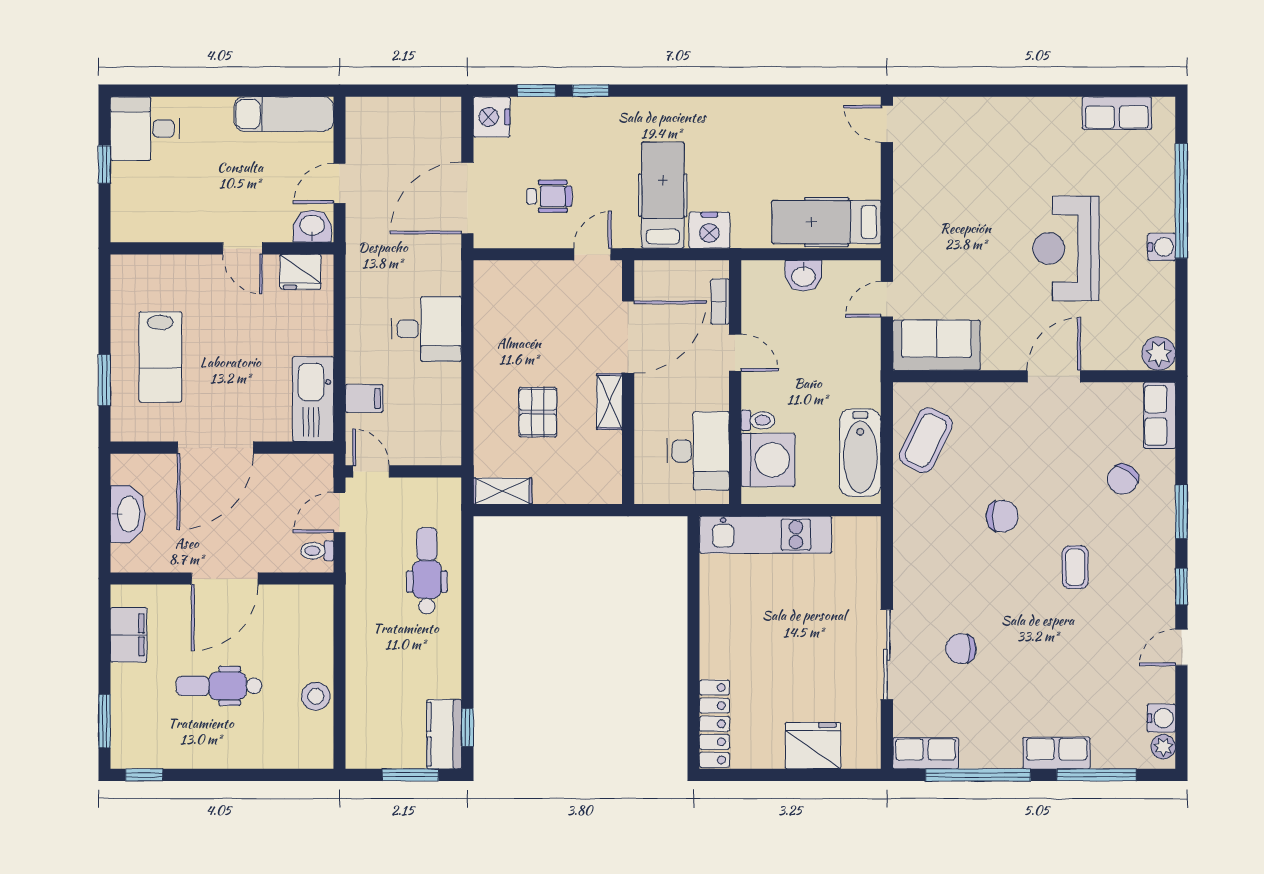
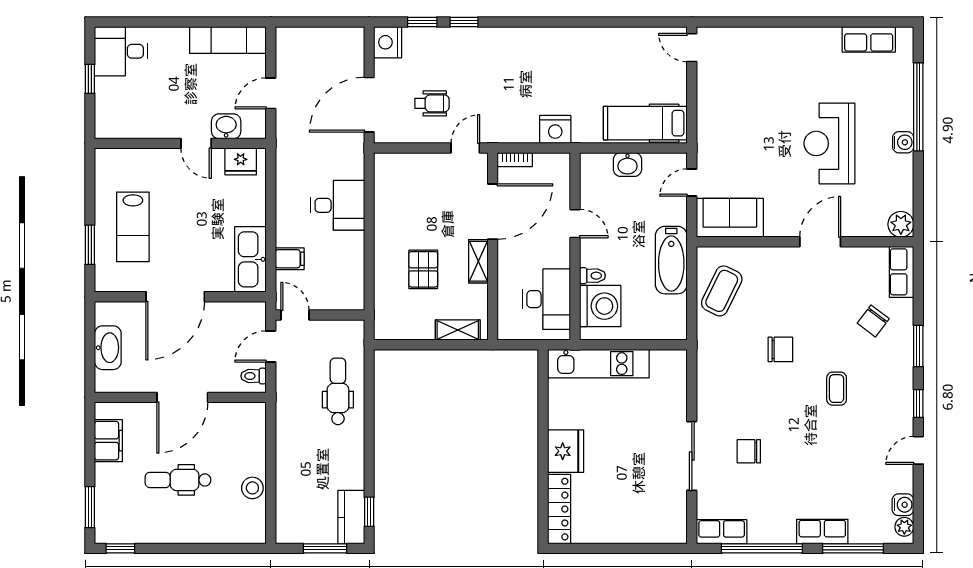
hospital bed: (663, 195) -> (519, 102), removed
washbasin: (312, 226) -> (226, 126), moved
bookcase: (720, 302) -> (515, 160), moved, turned -90
bathtub: (860, 453) -> (671, 260), moved
shelving: (503, 491) -> (458, 330), moved
fridge: (813, 746) -> (566, 451), moved, turned 90

